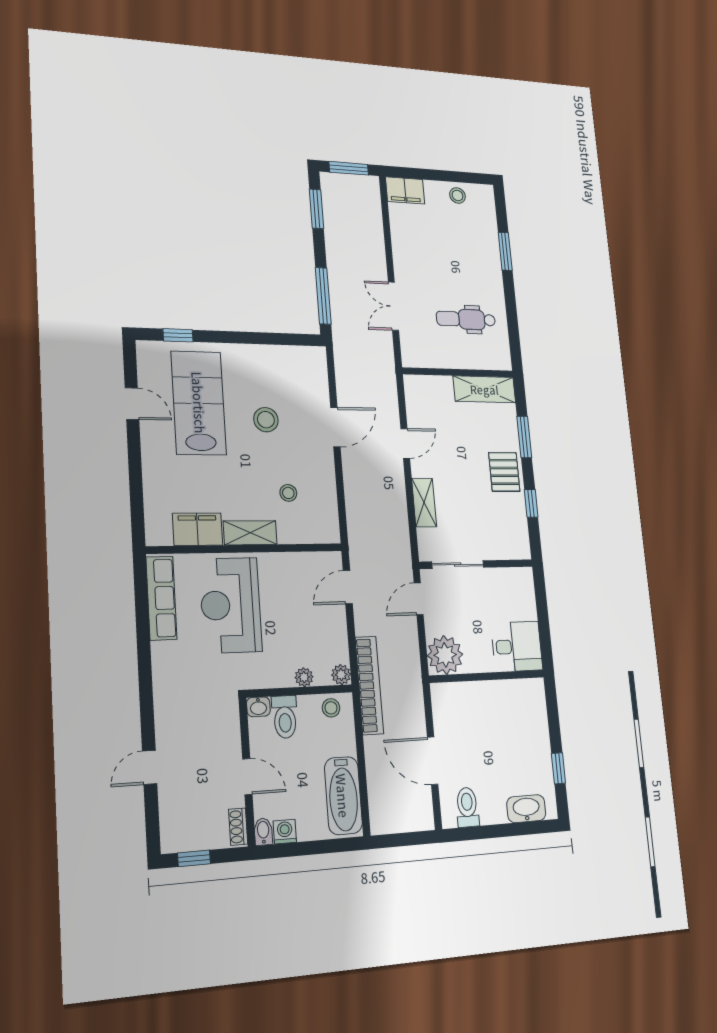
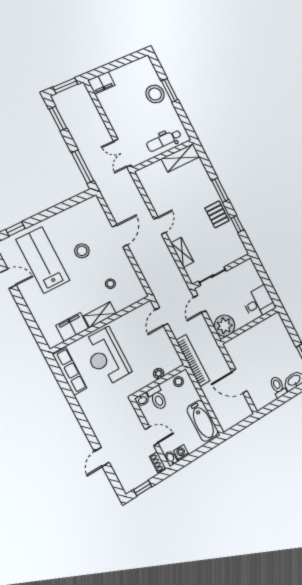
stool: (458, 195) -> (155, 94), moved, width x1.89, depth x1.89
wall: (458, 372) -> (163, 155), moved
shelving: (484, 389) -> (181, 158), moved
plant: (341, 675) -> (177, 363), removed
toilet: (467, 807) -> (278, 387), moved

